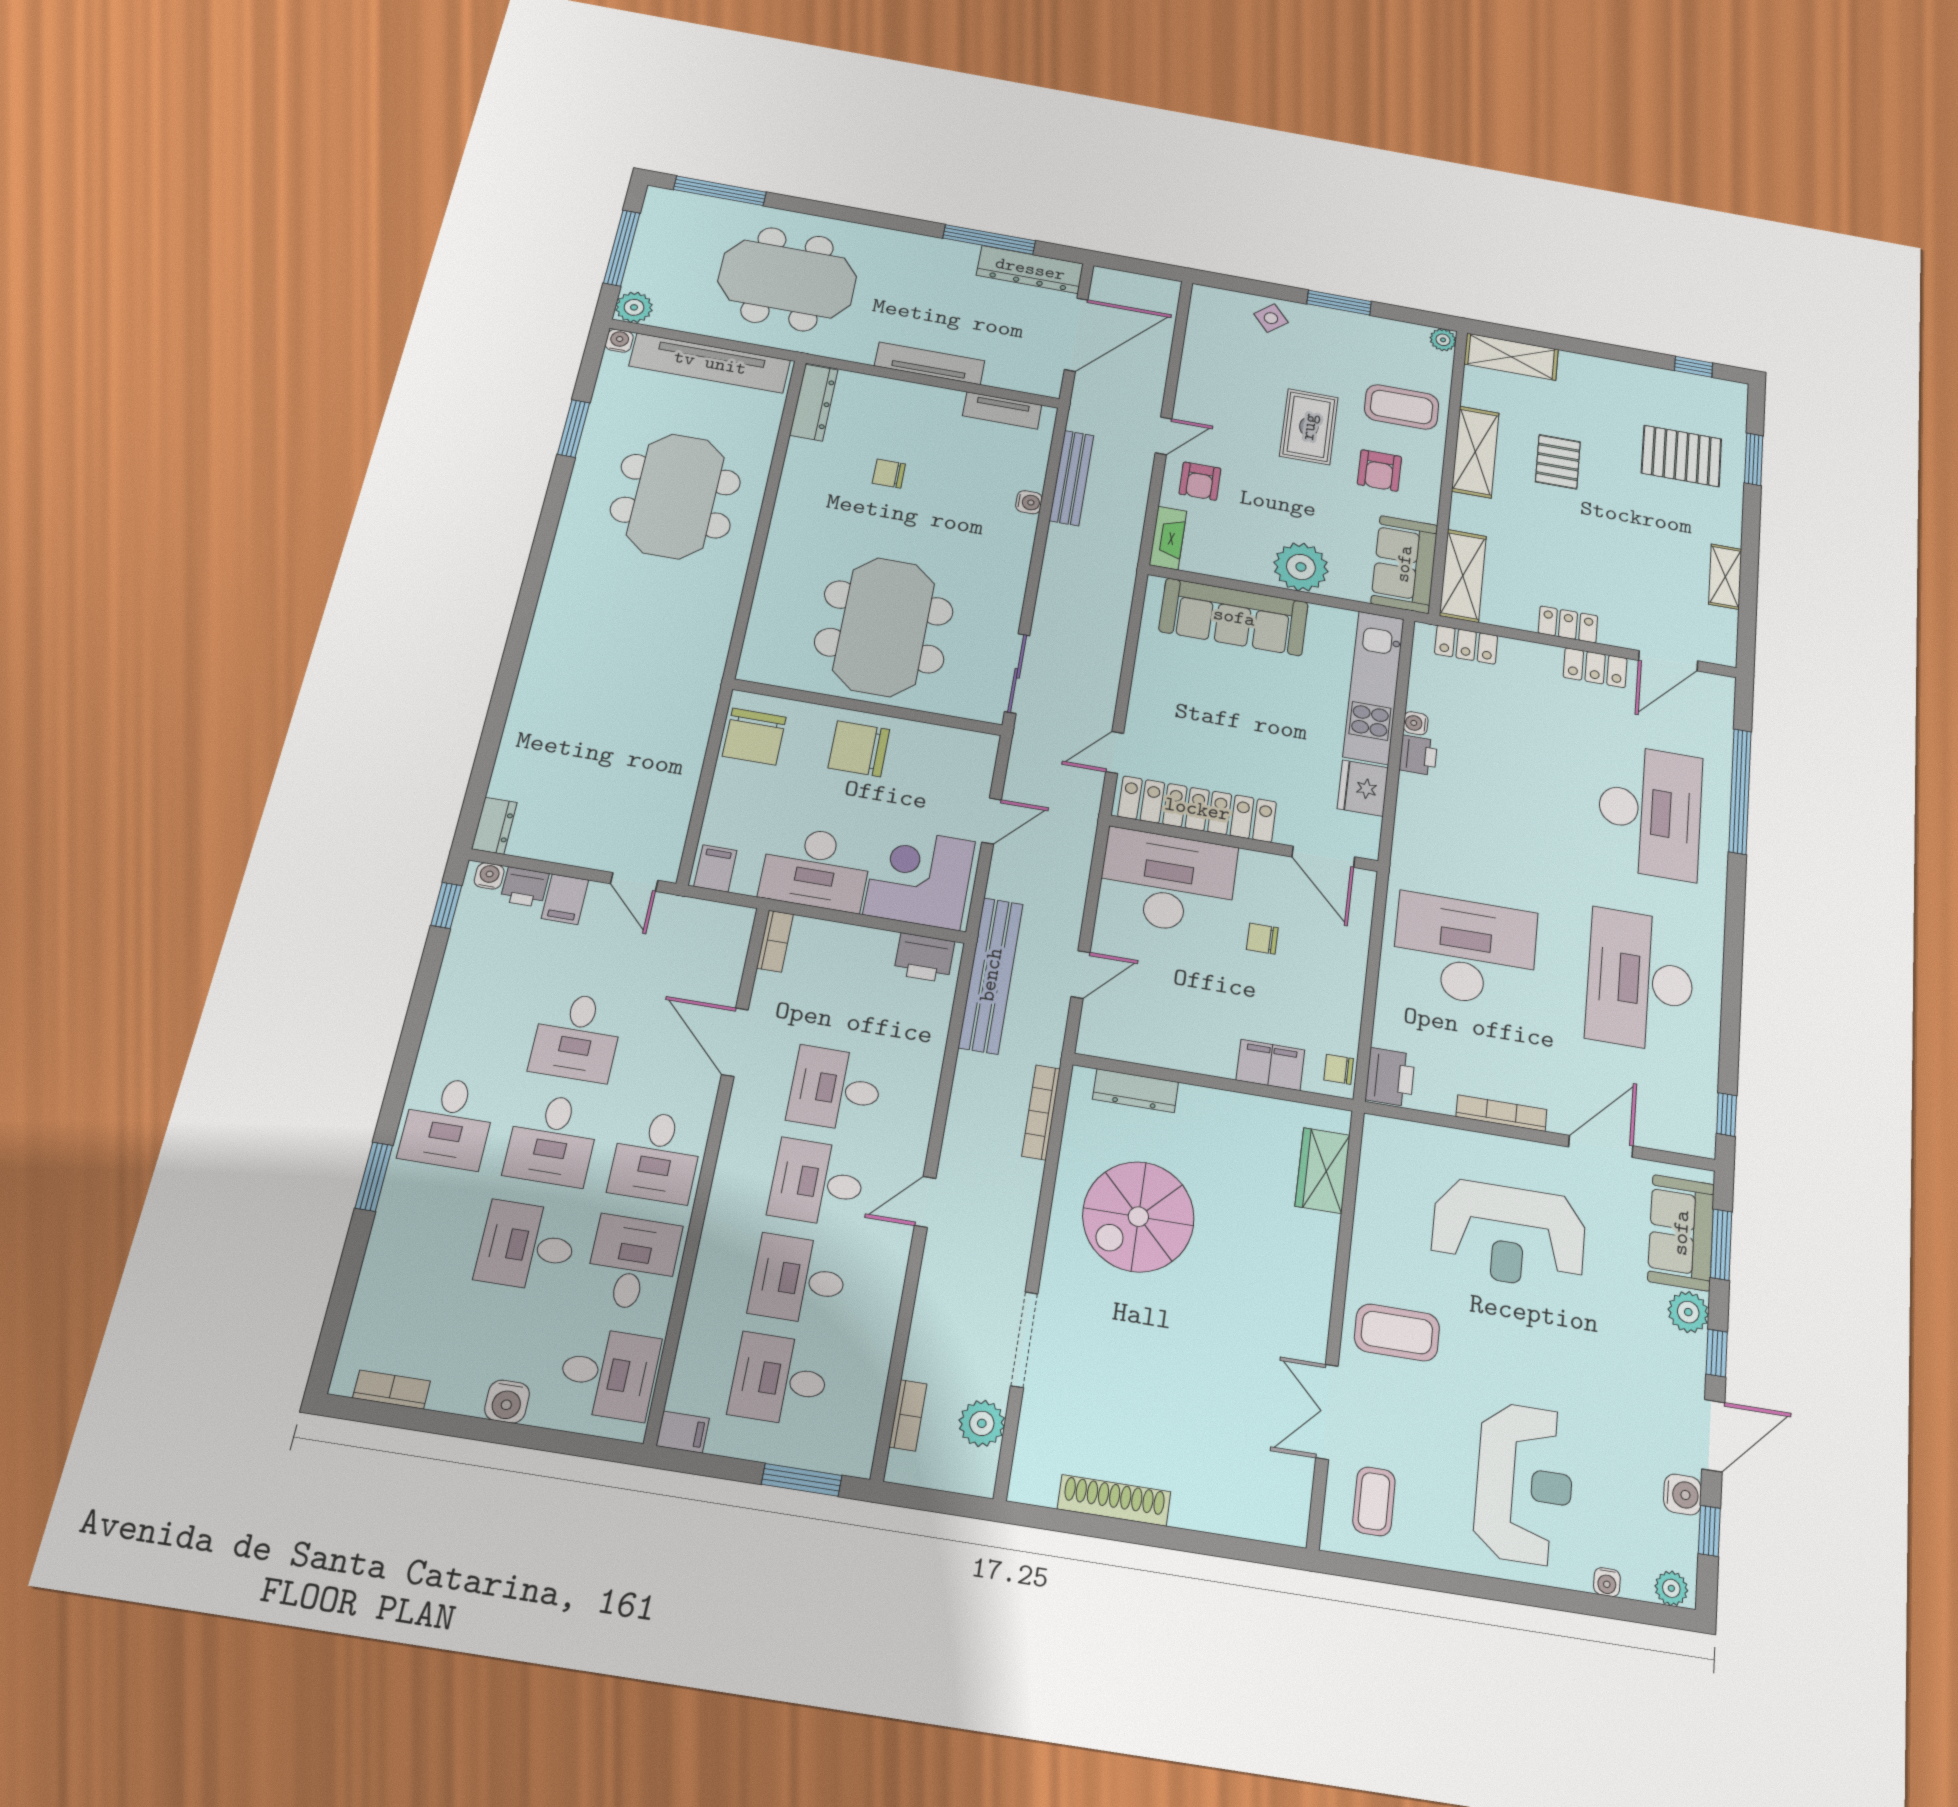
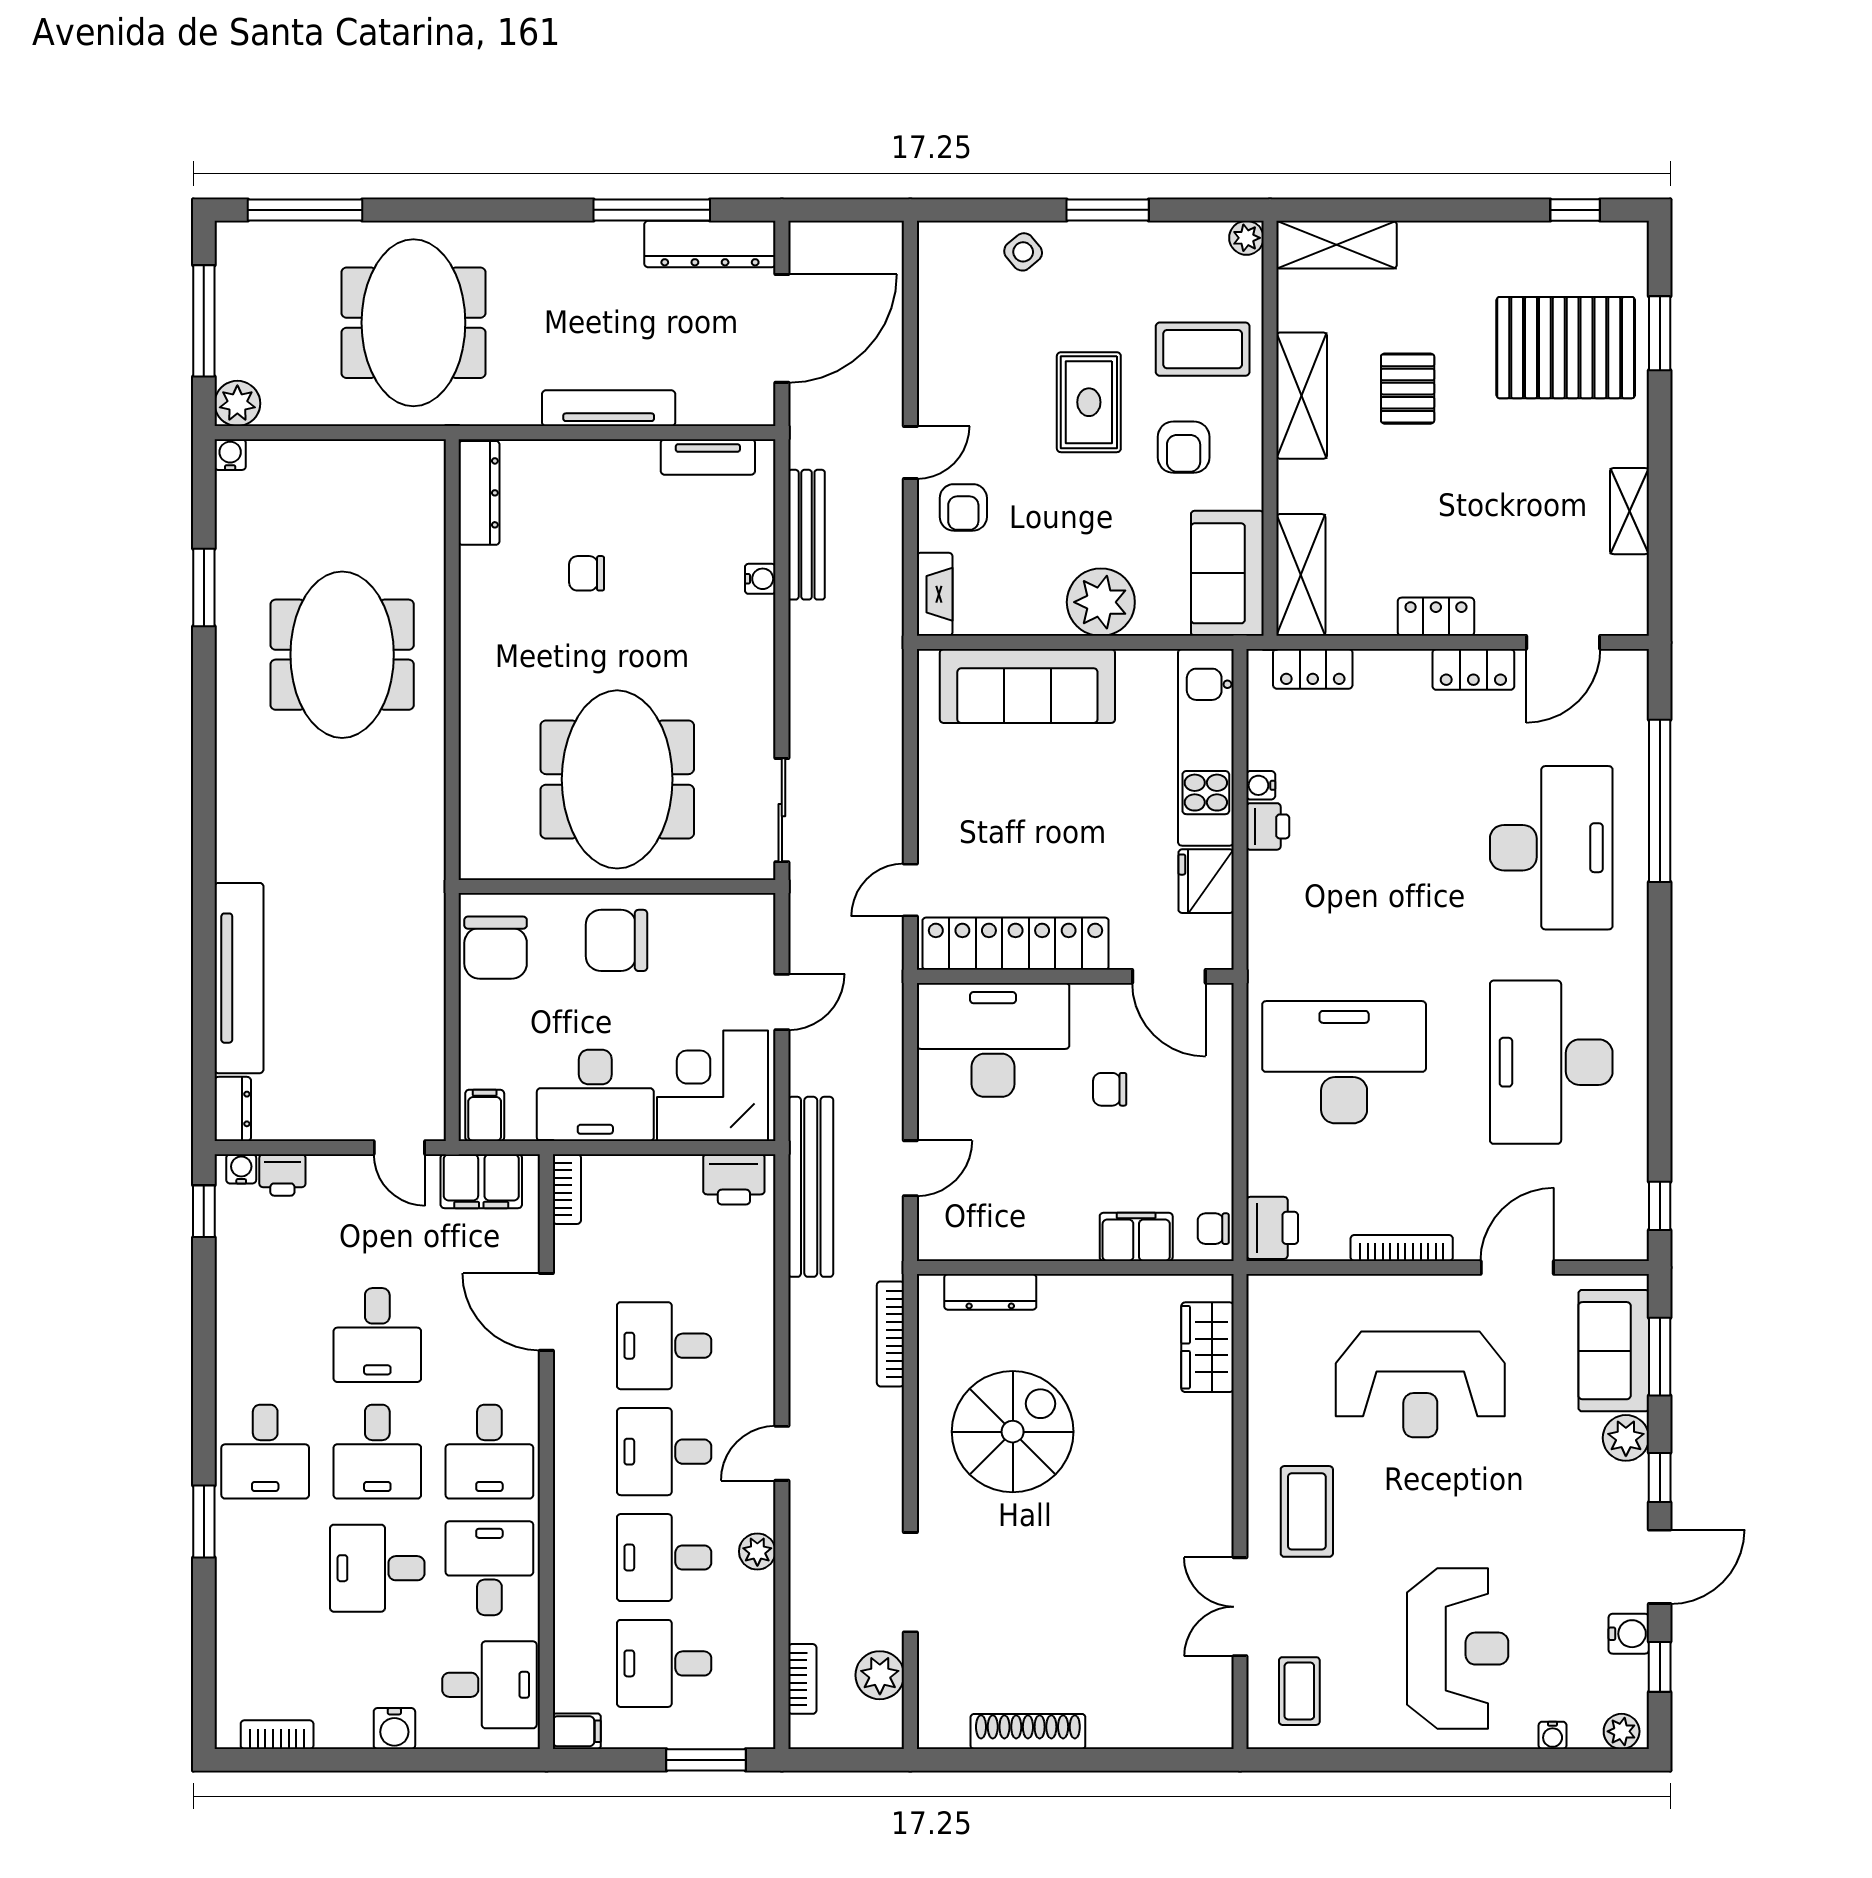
meeting table: (787, 279) -> (413, 323), turned 90
tv unit: (710, 363) -> (239, 978), moved, turned -90
pallet: (1681, 456) -> (1566, 348), width x1.37, depth x1.41
filing cabinet: (565, 899) -> (481, 1181), moved, width x2.00
spiral stairs: (1138, 1217) -> (1013, 1432), turned 180
plant: (887, 1288) -> (757, 1551), added
coffee table: (1397, 1333) -> (1307, 1511), turned 90

